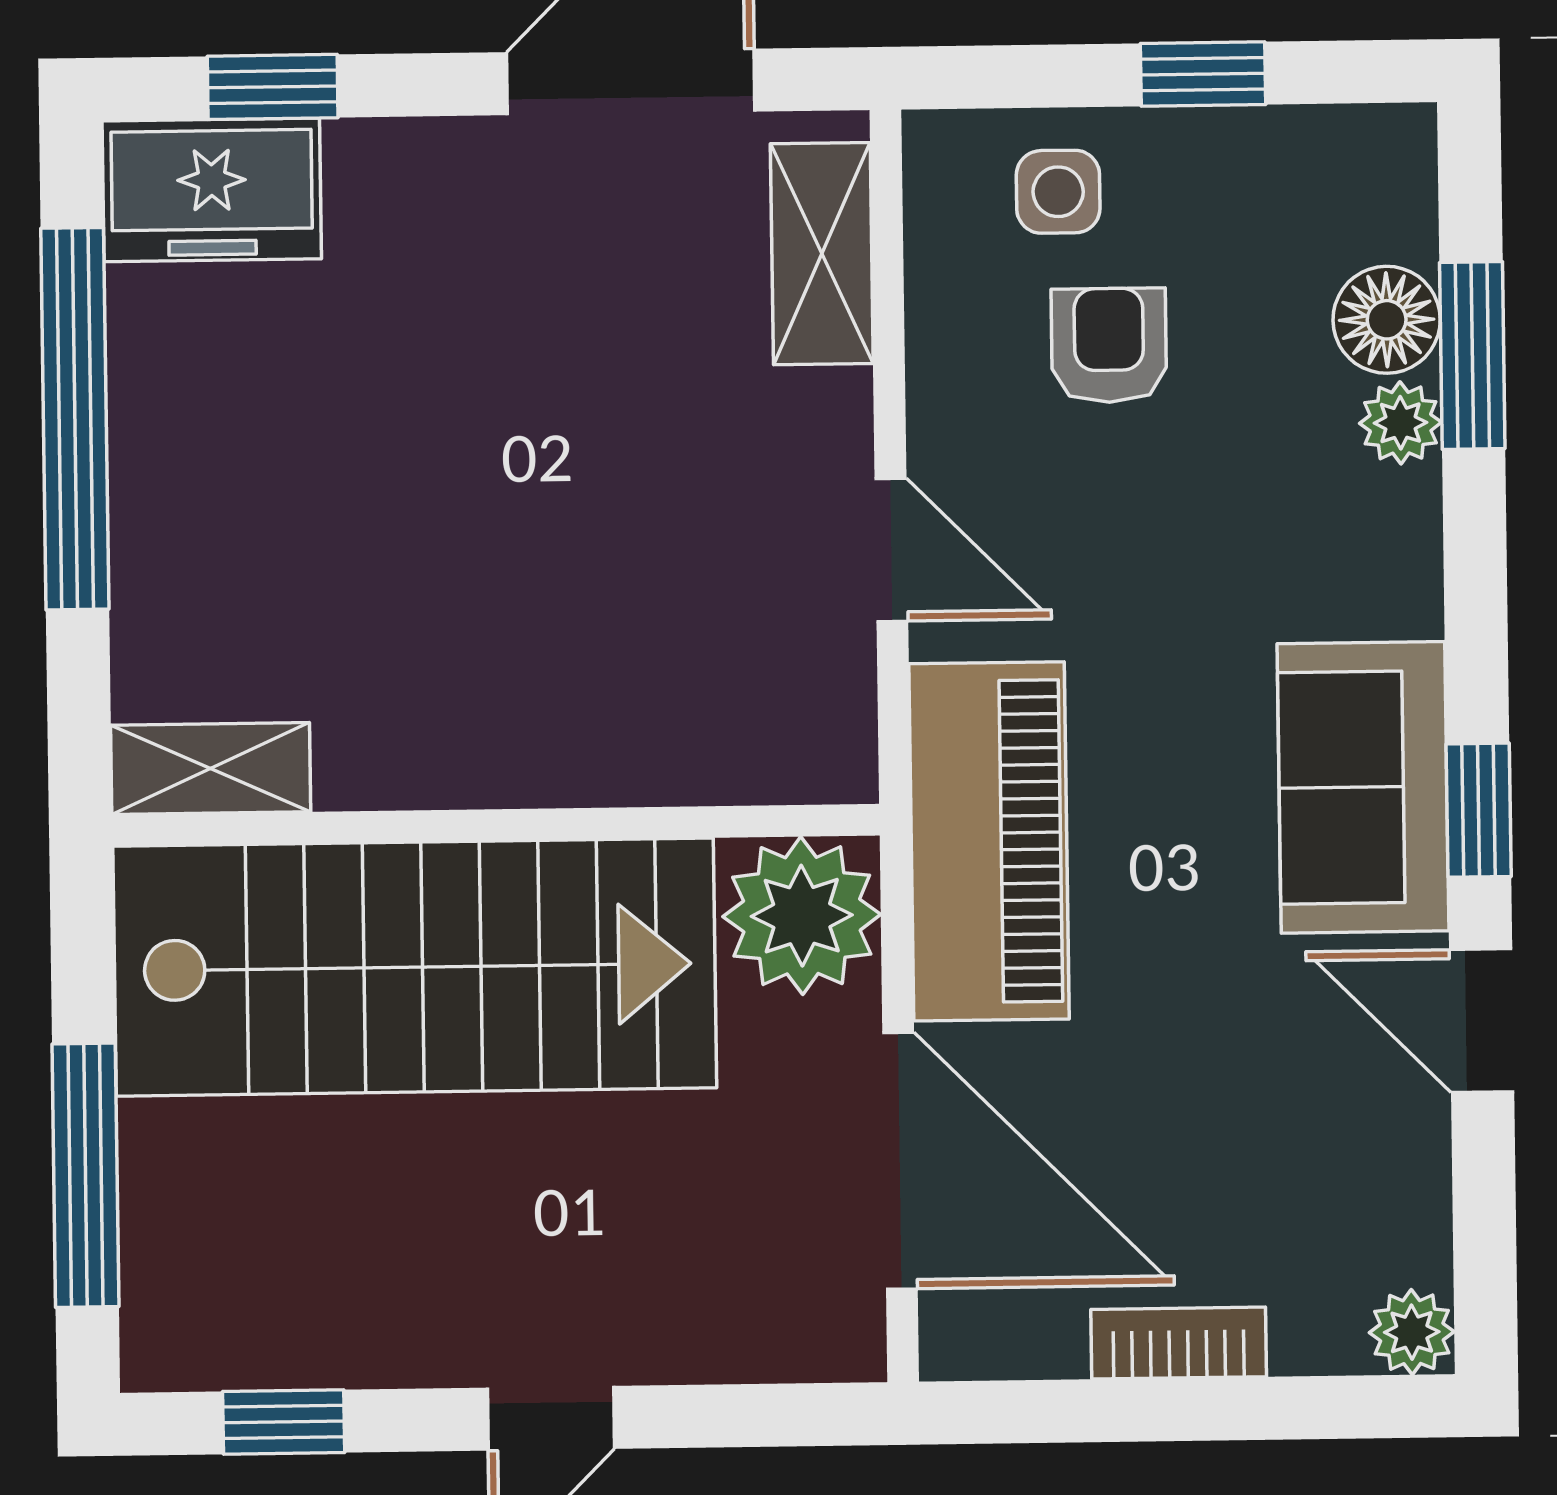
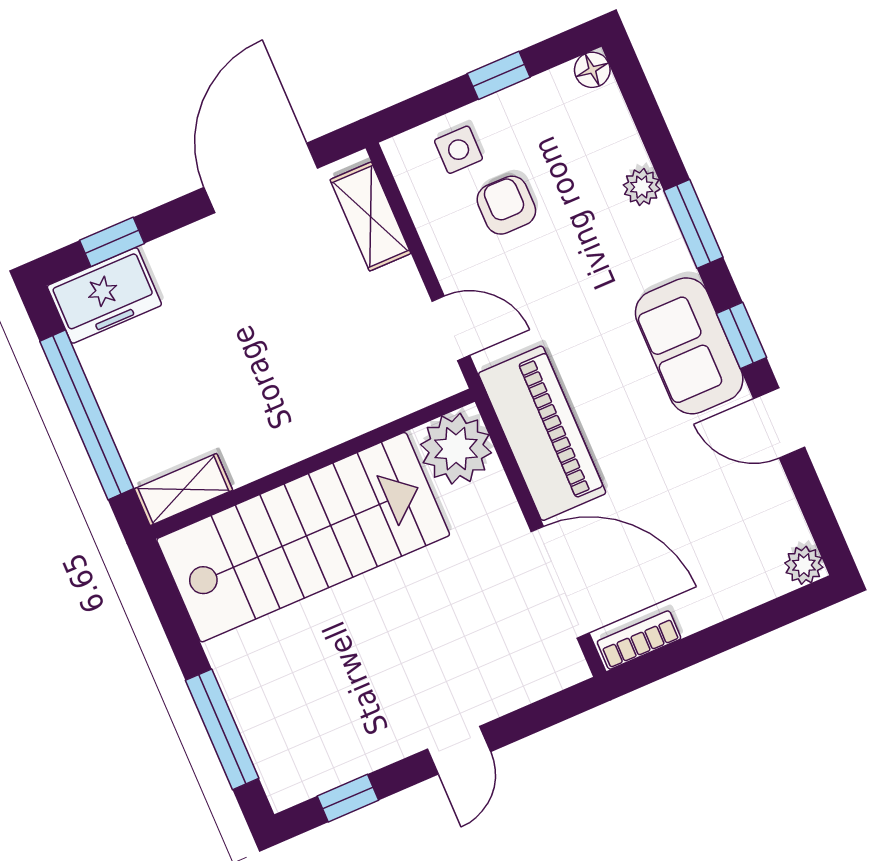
floor lamp: (1387, 320) -> (592, 70), moved, width x0.73, depth x0.73
window: (1472, 355) -> (693, 224), moved
shelving: (211, 769) -> (183, 490), moved
wall: (496, 825) -> (312, 464), moved
plant: (802, 916) -> (456, 449), moved
stairs: (415, 967) -> (303, 537), moved
bookcase: (1179, 1343) -> (639, 640), moved

